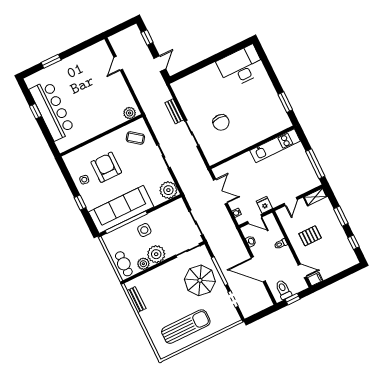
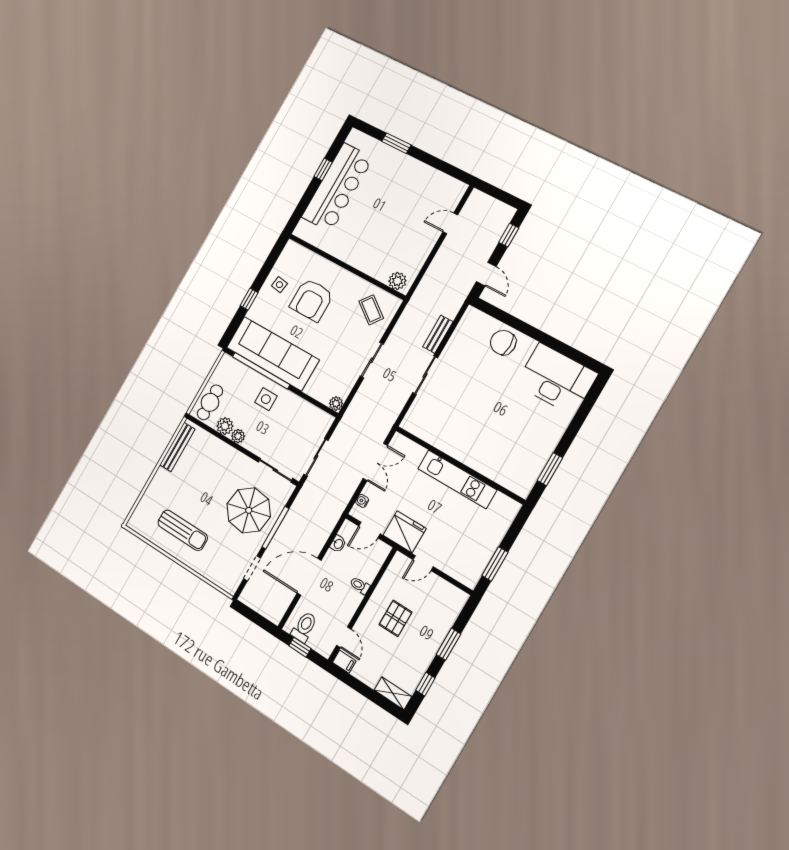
door: (160, 64) -> (486, 274), hinge flipped
chair: (221, 122) -> (503, 343), moved, turned 90
kitchen unit: (275, 146) -> (457, 479), moved
window: (315, 164) -> (495, 564), width x0.69
armchair: (106, 167) -> (312, 300), turned 180
plant: (168, 190) -> (336, 403), width x0.53, depth x0.53
shelving: (315, 197) -> (393, 693), moved
fridge: (264, 205) -> (404, 532), width x1.88, depth x1.34
door: (255, 219) -> (369, 530), hinge flipped
pallet: (310, 236) -> (395, 618), turned 90
plant: (156, 254) -> (238, 436), width x0.53, depth x0.53
door: (258, 269) -> (309, 577), hinge flipped
bench: (136, 300) -> (177, 447), width x1.36
sun lounger: (186, 327) -> (183, 530), width x0.73, depth x0.75

